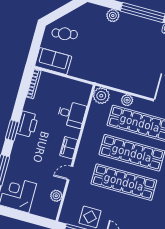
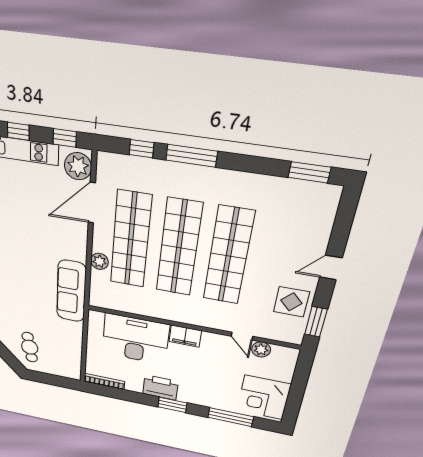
sofa: (53, 61) -> (71, 291), moved, width x1.36
plant: (101, 96) -> (101, 297), removed
desk: (72, 114) -> (135, 339), width x1.87, depth x1.30
door: (70, 173) -> (242, 336), moved

